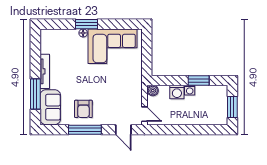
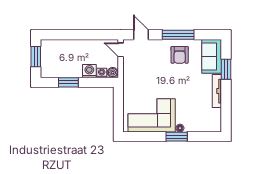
washing machine: (190, 90) -> (102, 73), moved
window: (35, 94) -> (226, 69), width x0.69
armchair: (83, 109) -> (180, 55), turned 180

